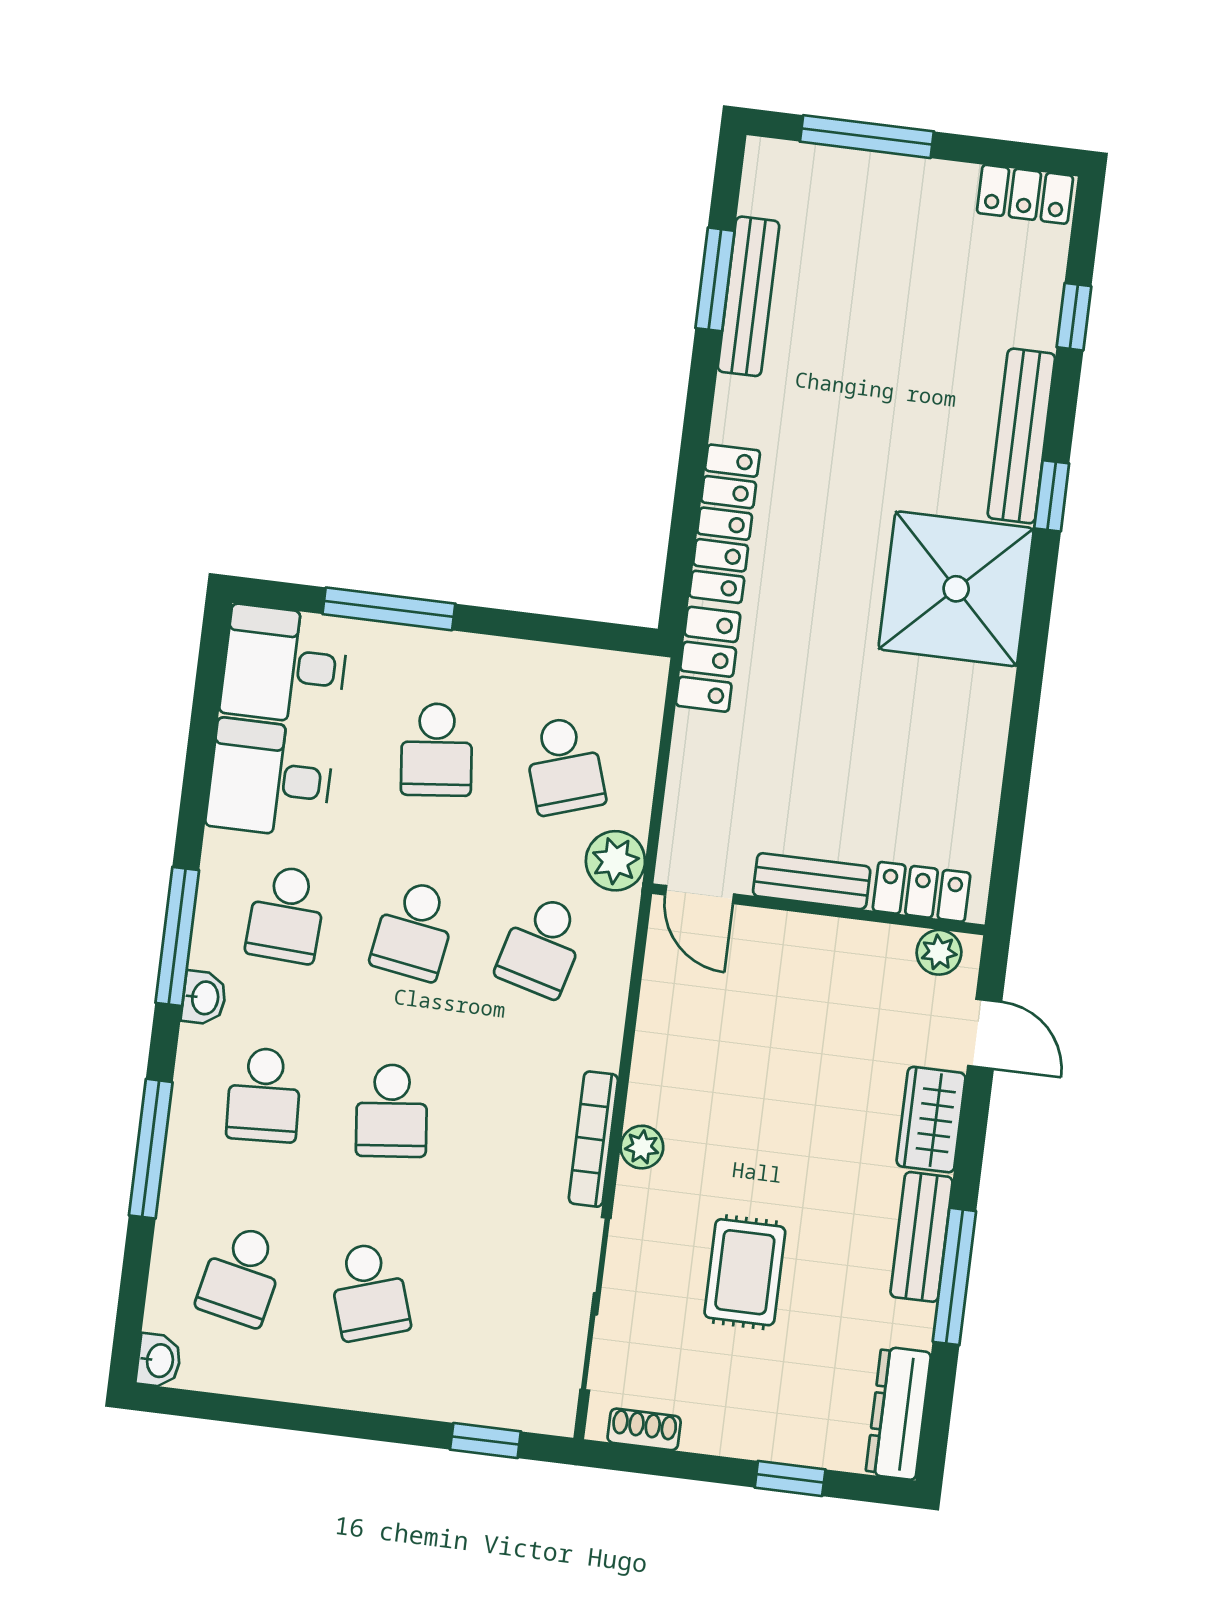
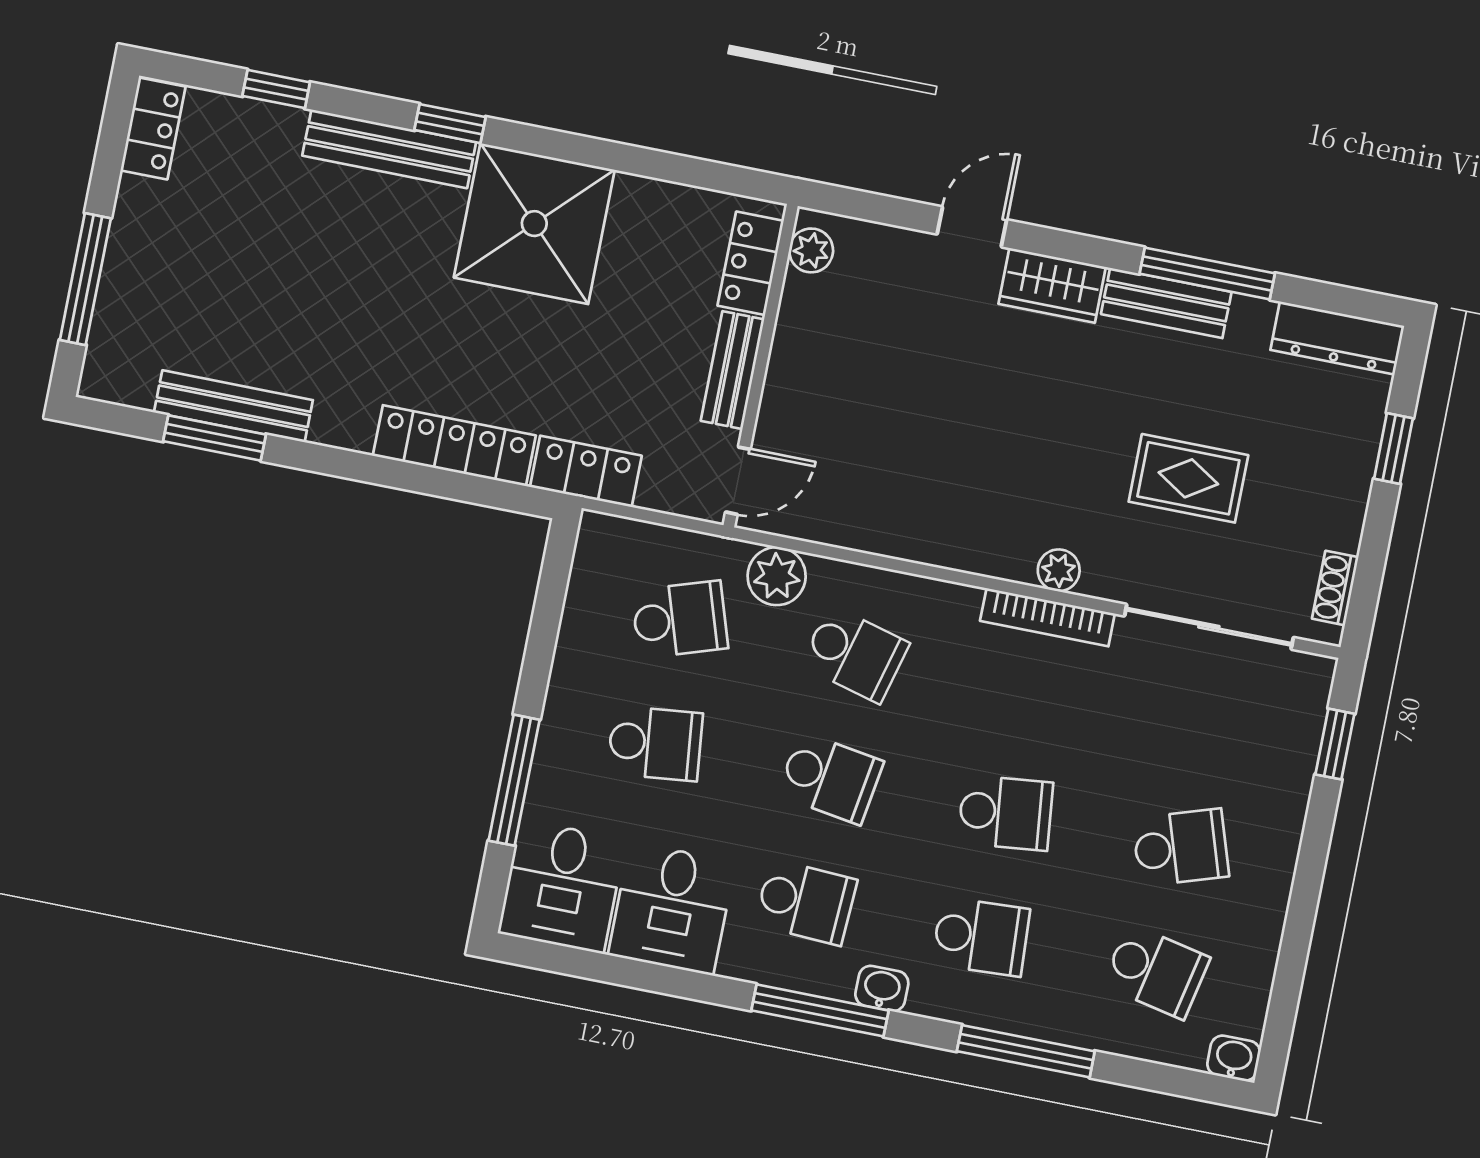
bench: (812, 881) -> (733, 370), moved
locker: (922, 892) -> (751, 263), moved
door: (700, 895) -> (738, 481), moved
wall: (818, 909) -> (761, 366), moved
plant: (939, 952) -> (811, 250), moved

